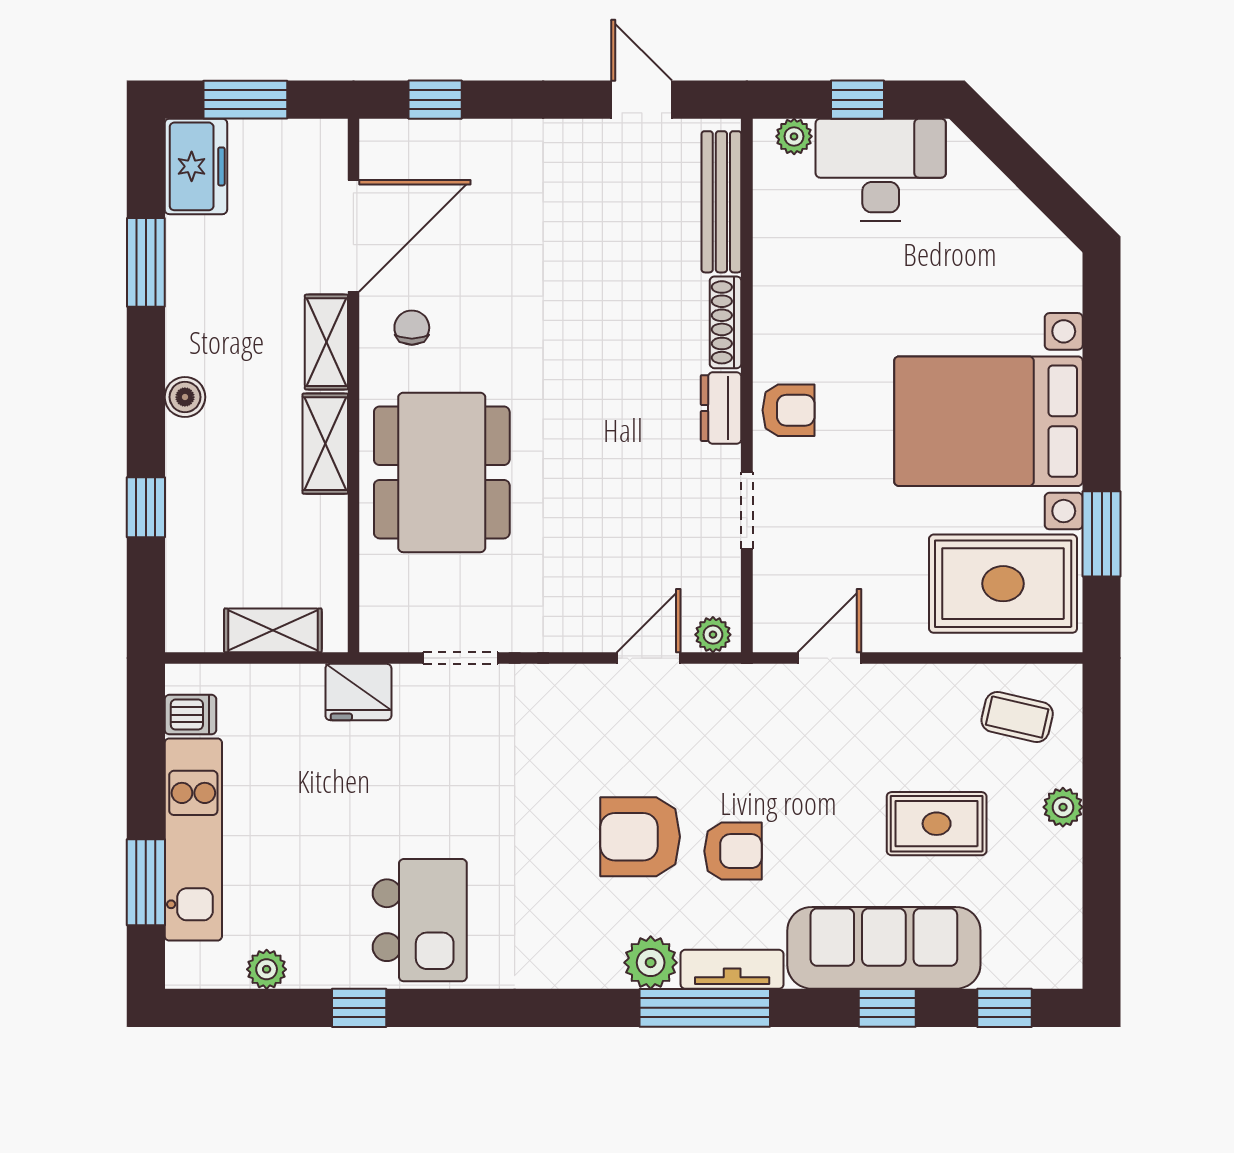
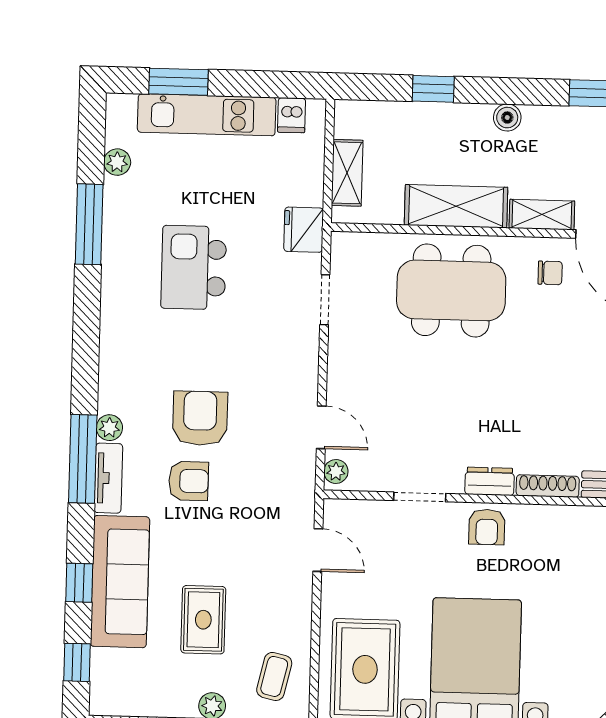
shelving: (325, 444) -> (456, 206), width x1.50, depth x1.33
armchair: (733, 851) -> (189, 481), turned -90
kitchen island: (420, 920) -> (194, 268), moved, turned 90
plant: (651, 963) -> (109, 428), width x0.73, depth x0.73
window: (359, 1008) -> (89, 224), width x2.17

